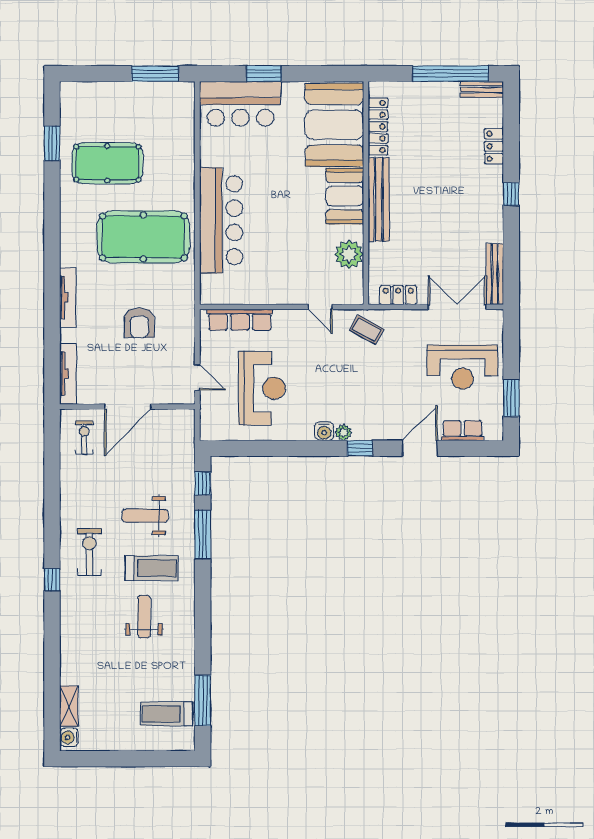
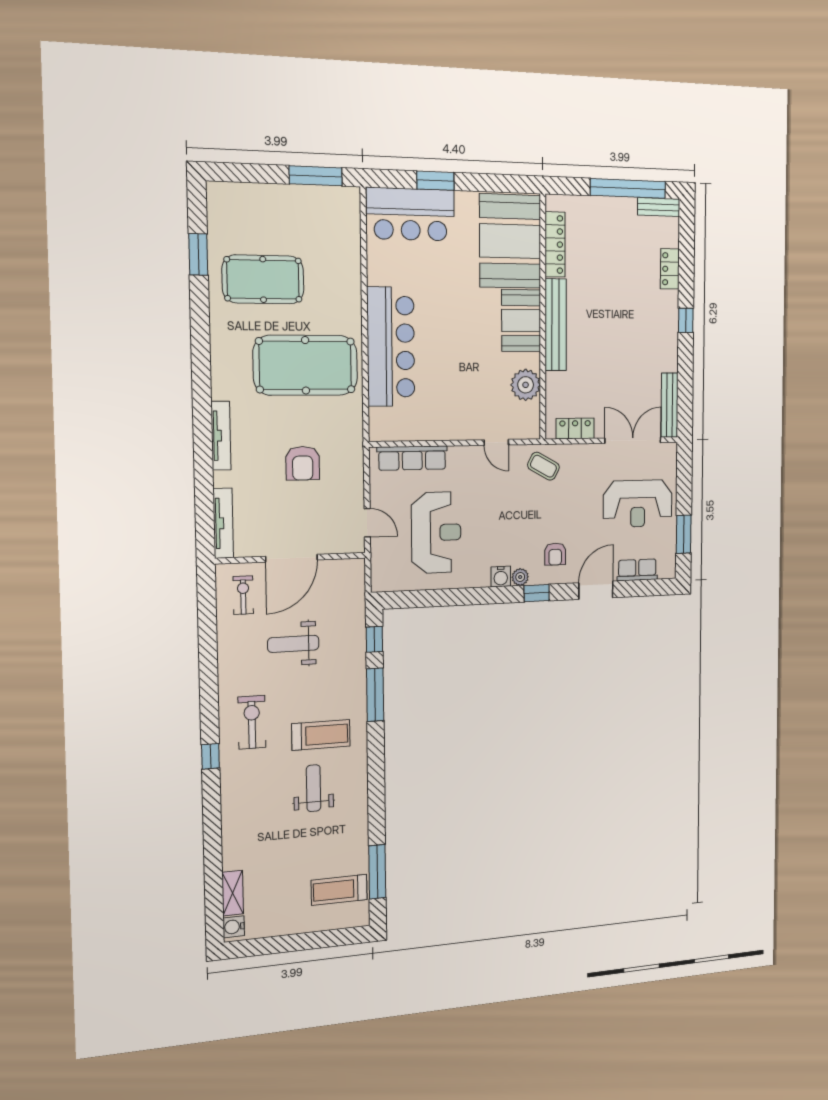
armchair: (378, 412) -> (555, 554), added
weight bench: (145, 516) -> (293, 644), moved

